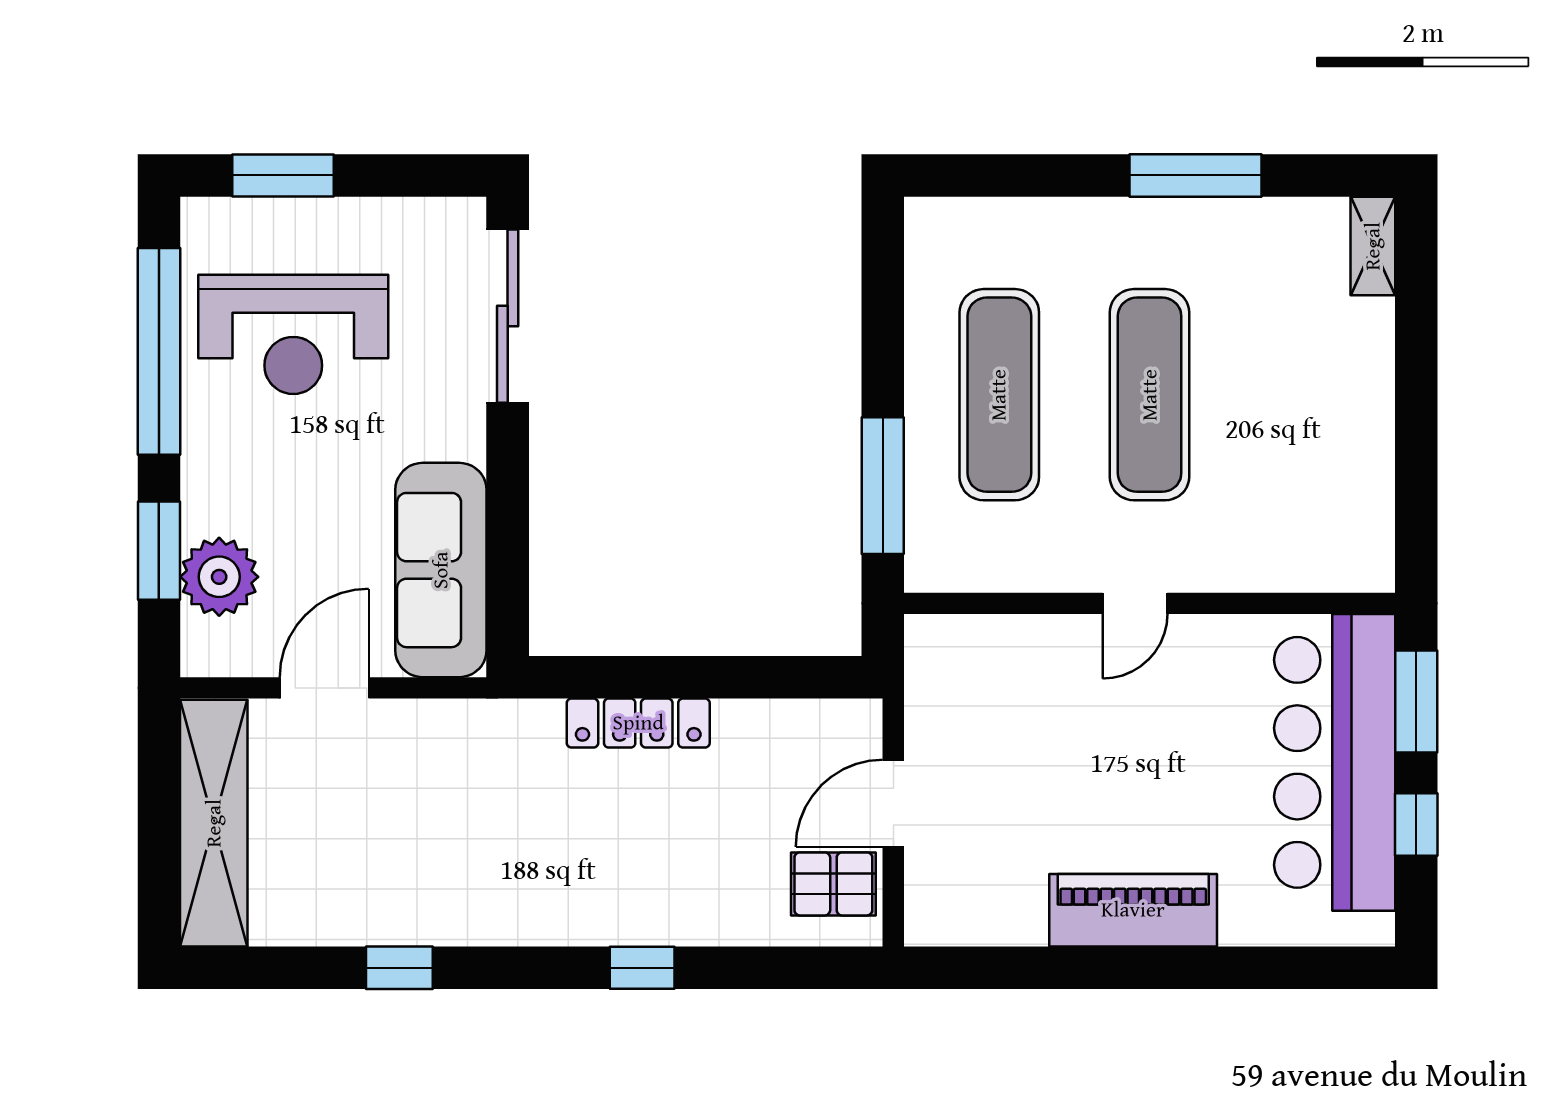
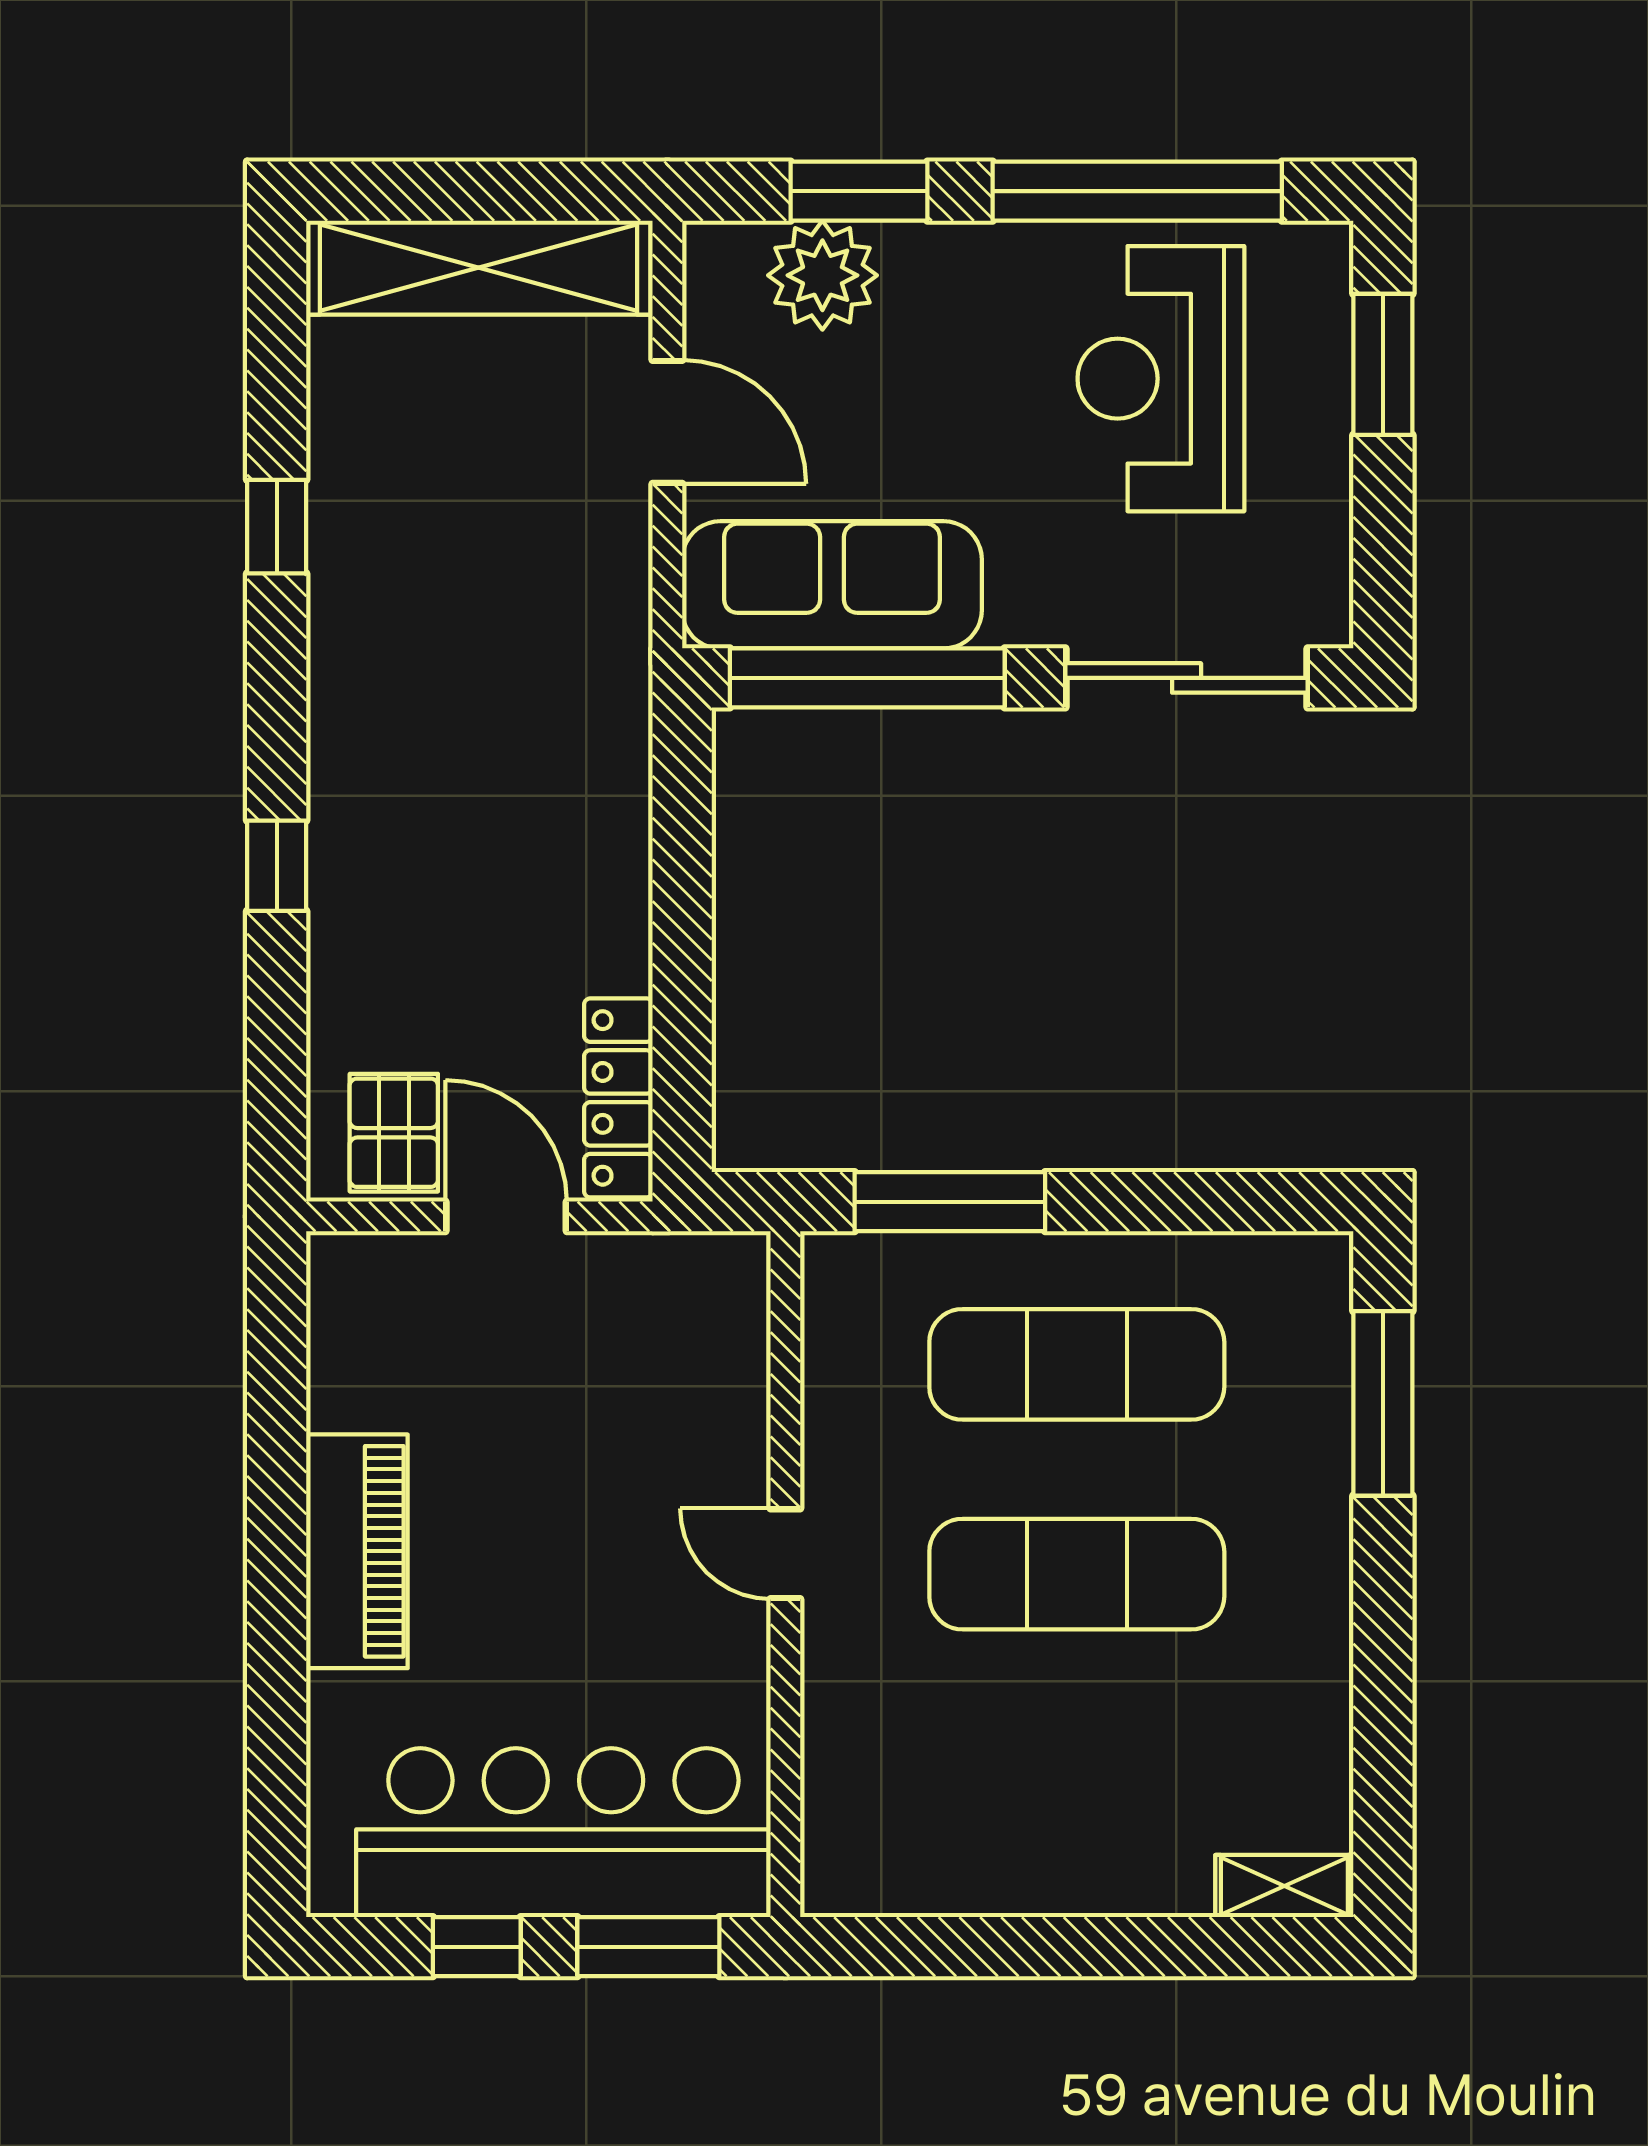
window: (1196, 175) -> (1383, 1403), moved
window: (508, 545) -> (867, 678), added
locker: (638, 723) -> (618, 1098), moved

